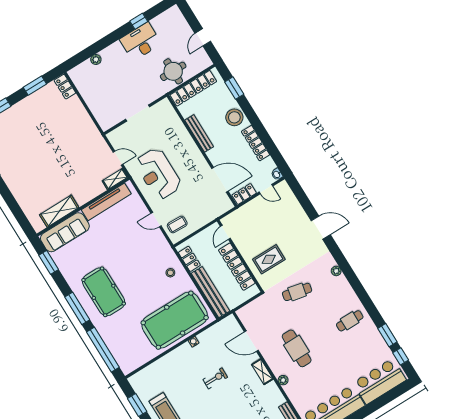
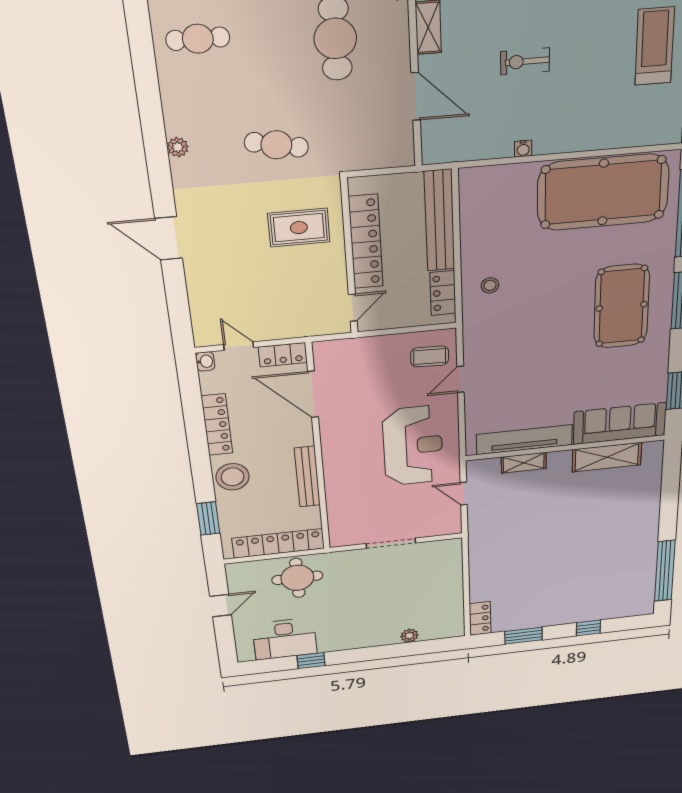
desk: (141, 42) -> (285, 639), moved
shelving: (115, 179) -> (524, 463), moved
door: (156, 220) -> (461, 379), swing flipped
pool table: (175, 320) -> (603, 192), moved

